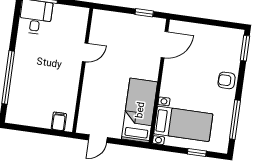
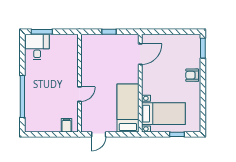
window: (144, 13) -> (109, 32), moved
door: (85, 52) -> (79, 94), moved
window: (235, 120) -> (203, 105), removed

